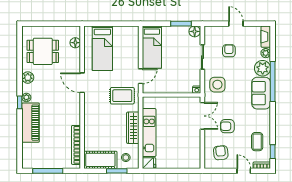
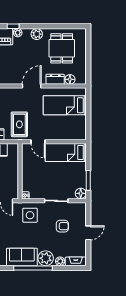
dresser: (75, 58) -> (55, 79), added

